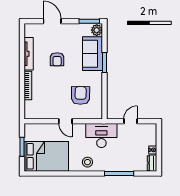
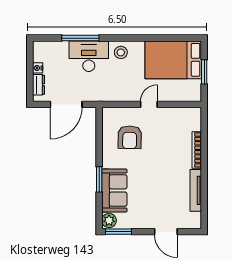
armchair: (57, 59) -> (160, 183), removed
door: (65, 121) -> (149, 104), hinge flipped
door: (131, 121) -> (66, 104), width x1.87
desk: (101, 136) -> (89, 56), moved, turned 180
dresser: (152, 163) -> (39, 85), moved

